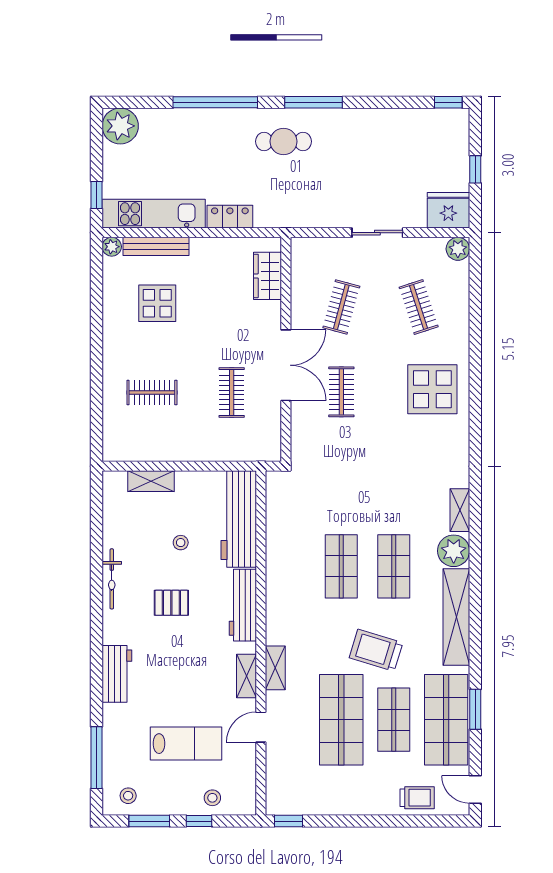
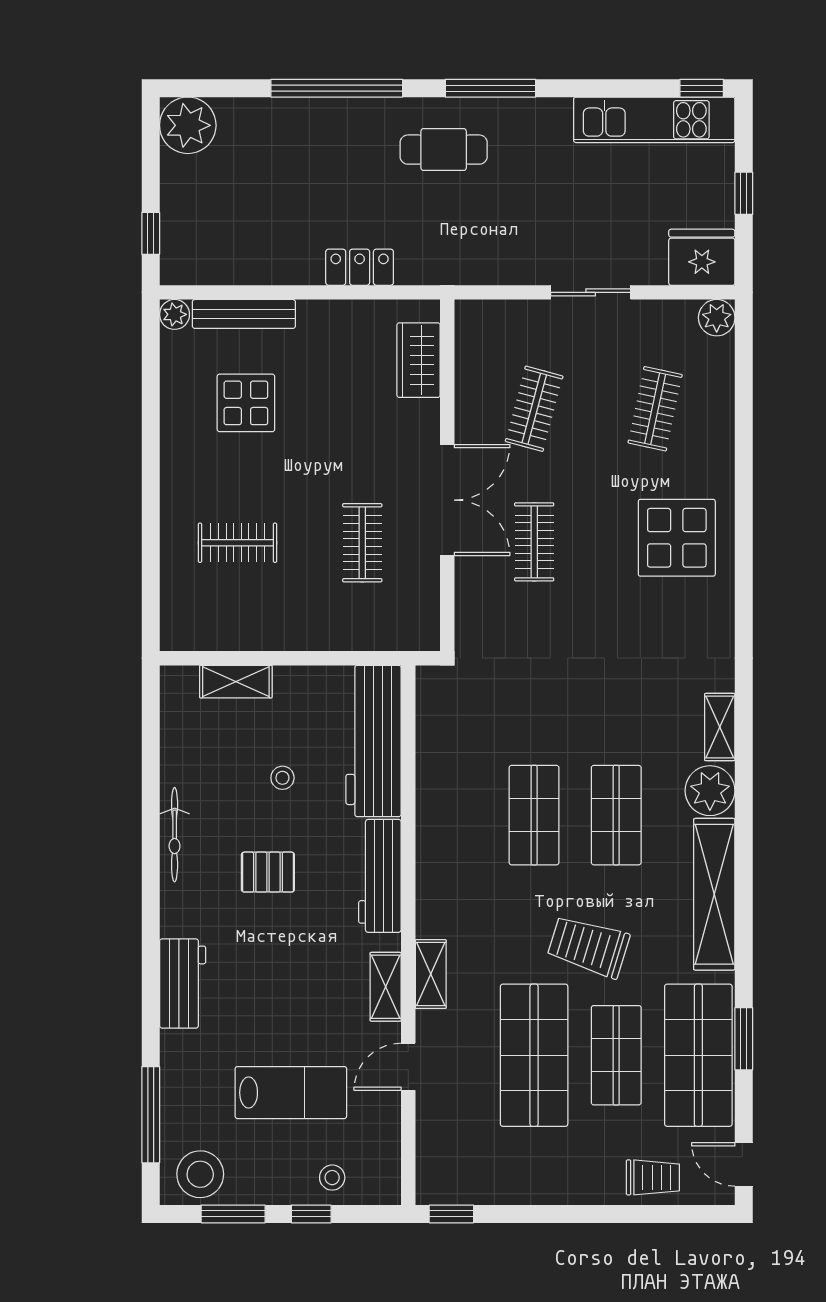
kitchen unit: (154, 214) -> (654, 120), moved, turned 180
clothes rail: (419, 307) -> (655, 409), turned 30
stool: (128, 796) -> (200, 1174), width x1.89, depth x1.89

